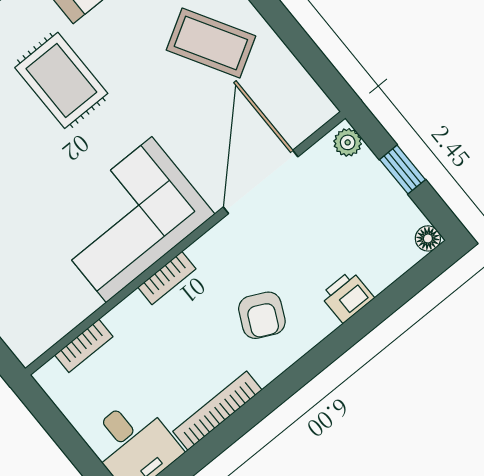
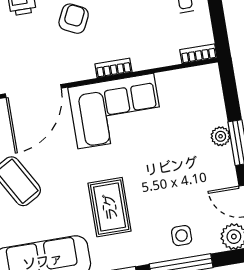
bookcase: (84, 346) -> (198, 54), moved

